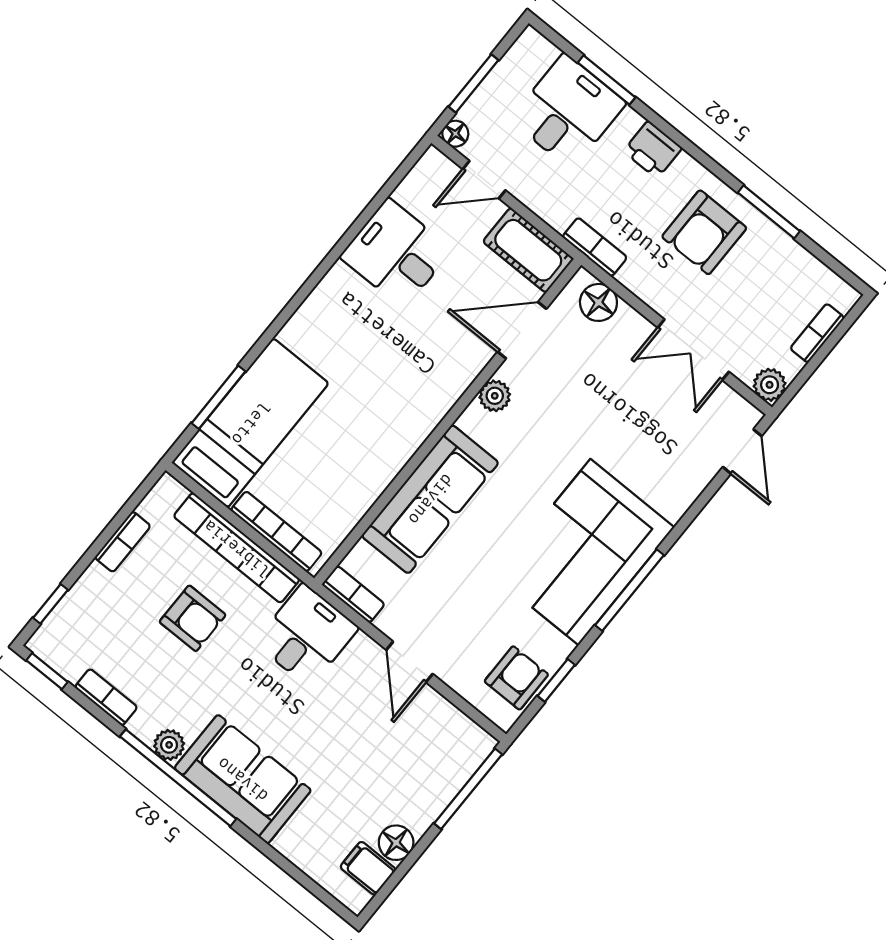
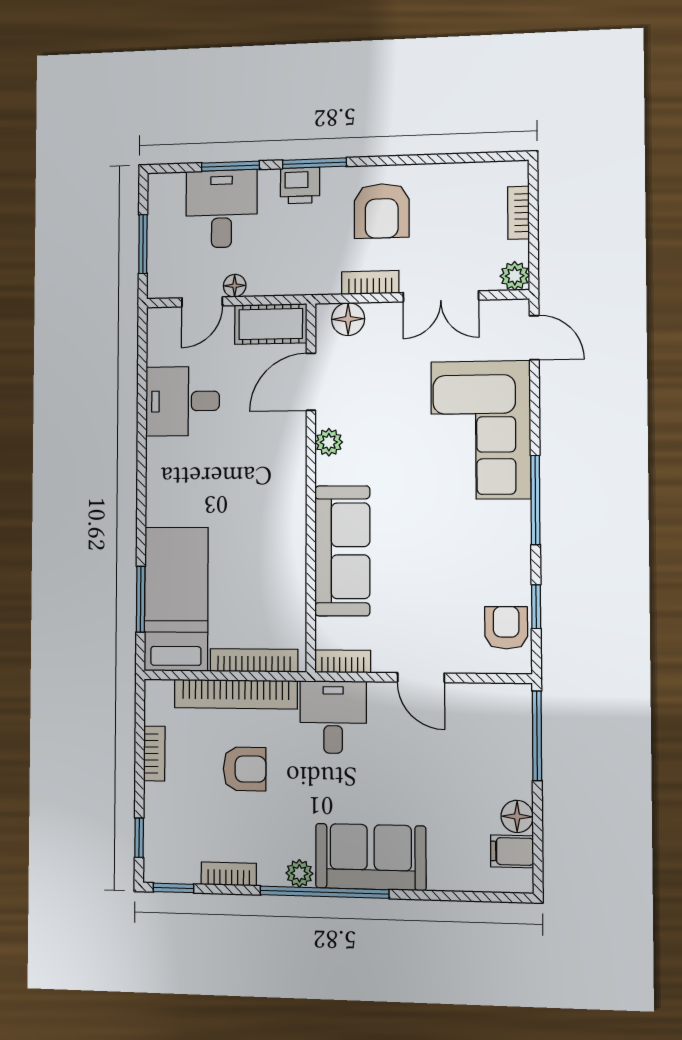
floor lamp: (455, 134) -> (235, 286), moved
window: (769, 212) -> (314, 163), moved
bookcase: (595, 247) -> (370, 282), moved
corner sofa: (585, 552) -> (481, 430), moved

